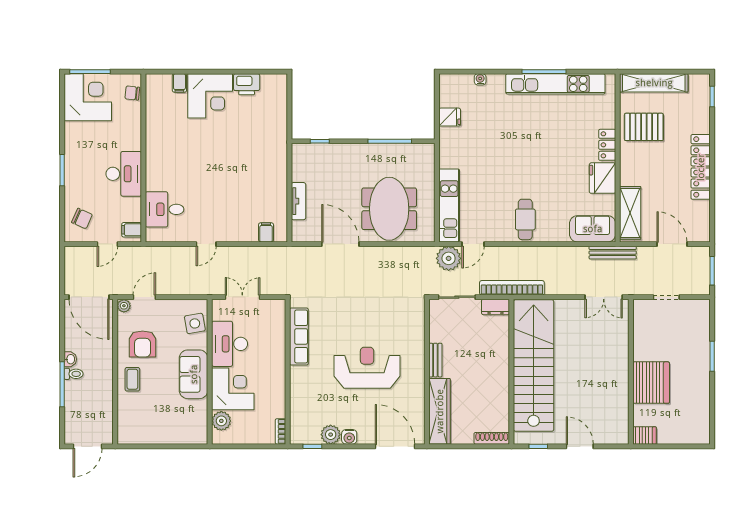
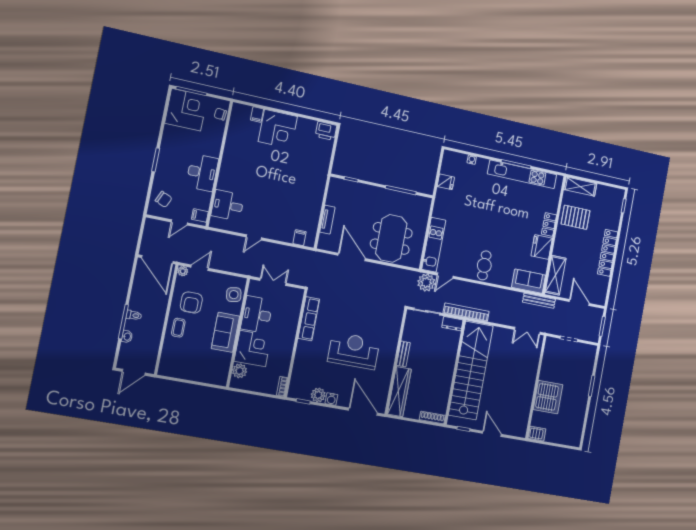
shelving: (654, 83) -> (580, 187), width x0.68
printer: (247, 84) -> (326, 131), moved
washbasin: (70, 359) -> (127, 337), moved

